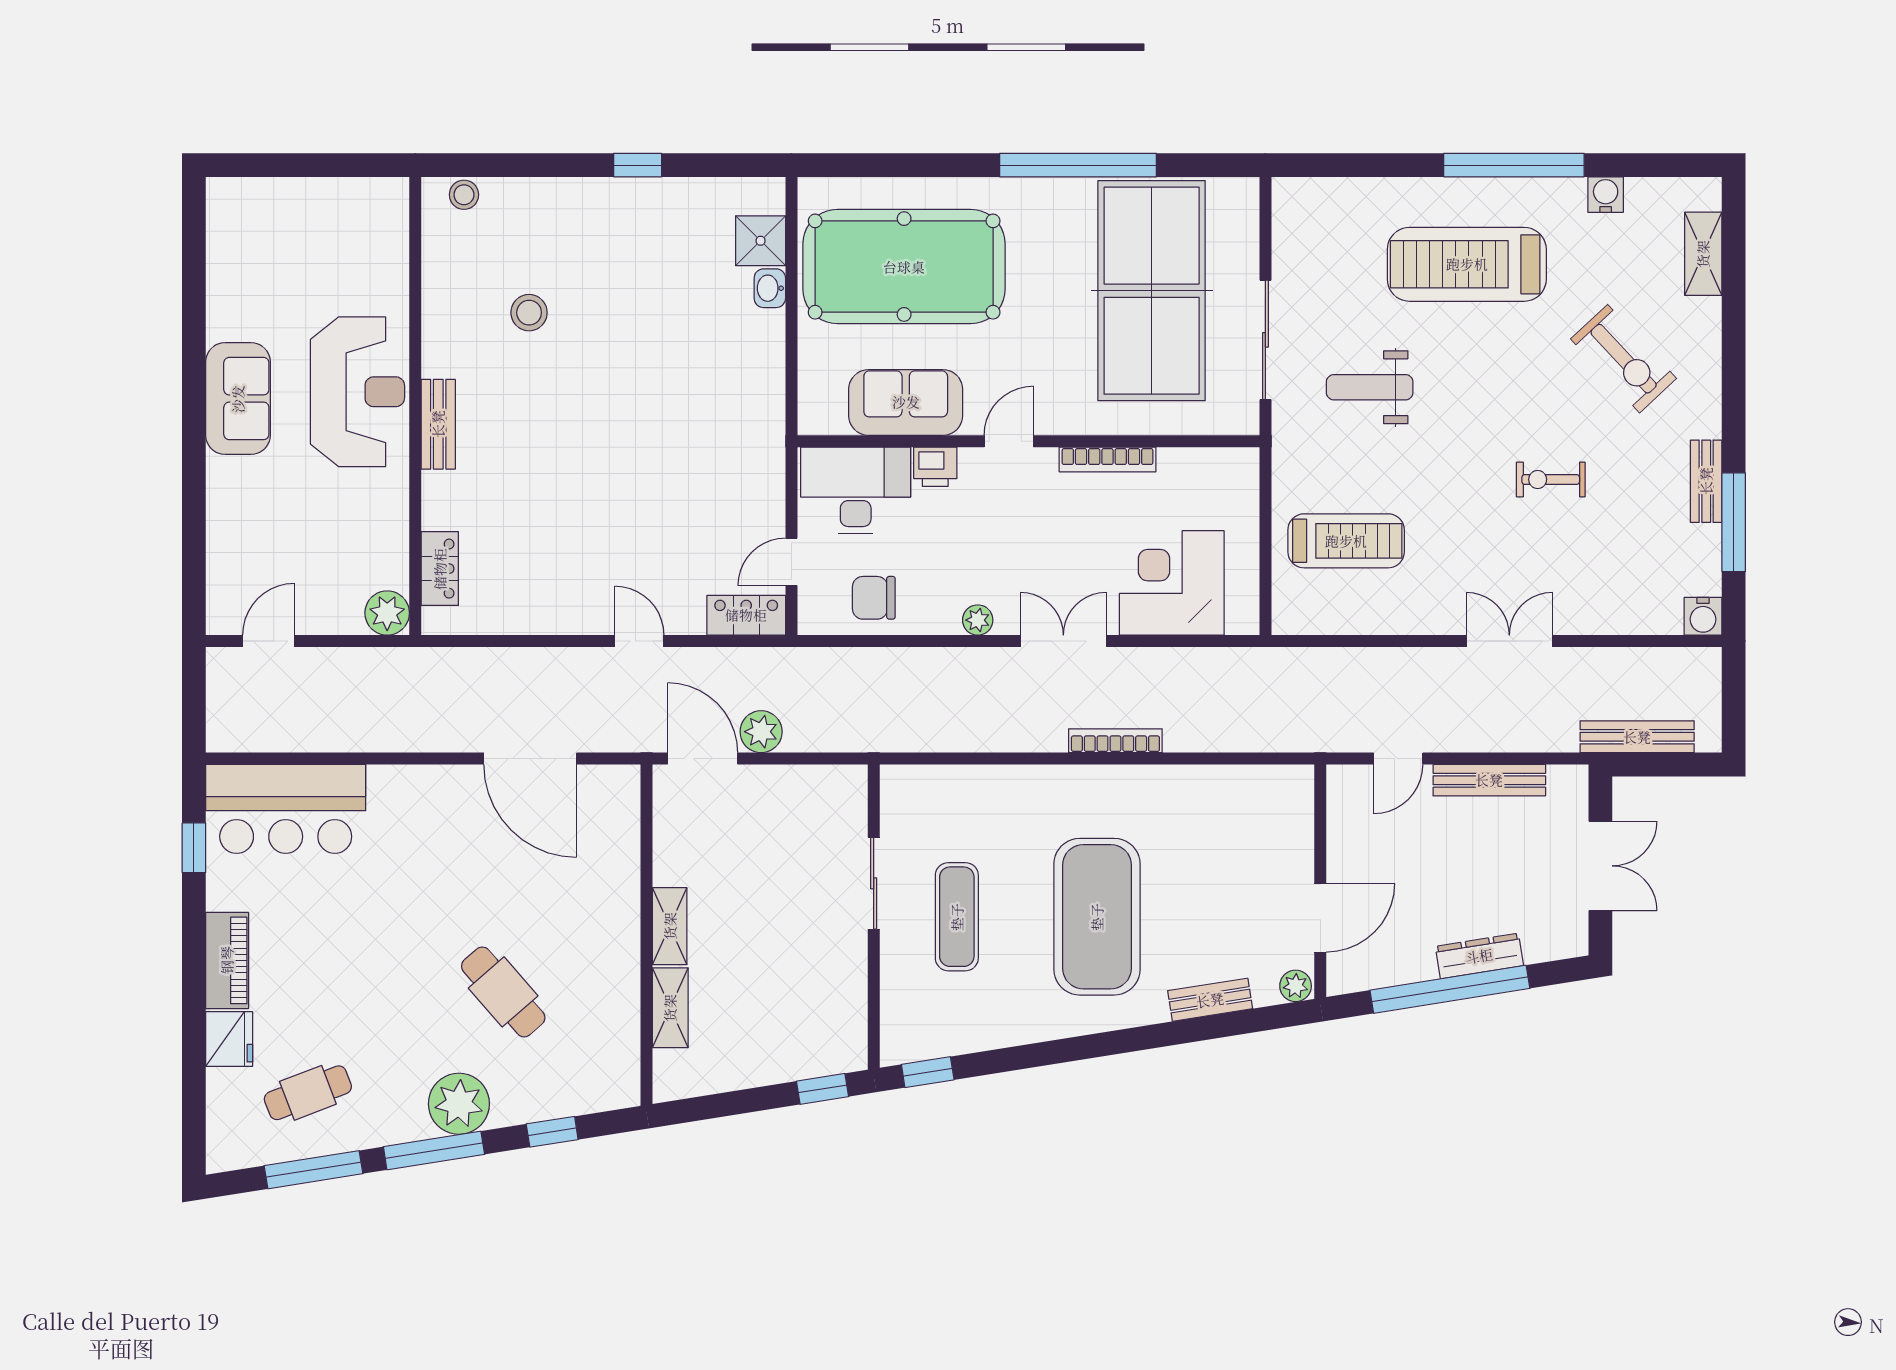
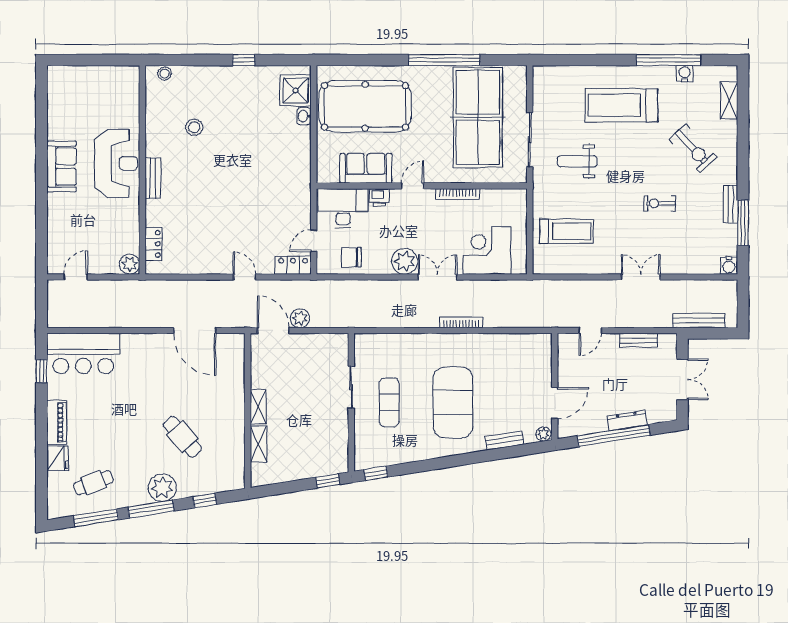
window: (1514, 165) -> (668, 60), moved
shower: (761, 241) -> (296, 90), width x1.36, depth x1.36
plant: (978, 620) -> (405, 261), width x1.88, depth x1.88
bench: (1489, 780) -> (639, 340), width x0.73

